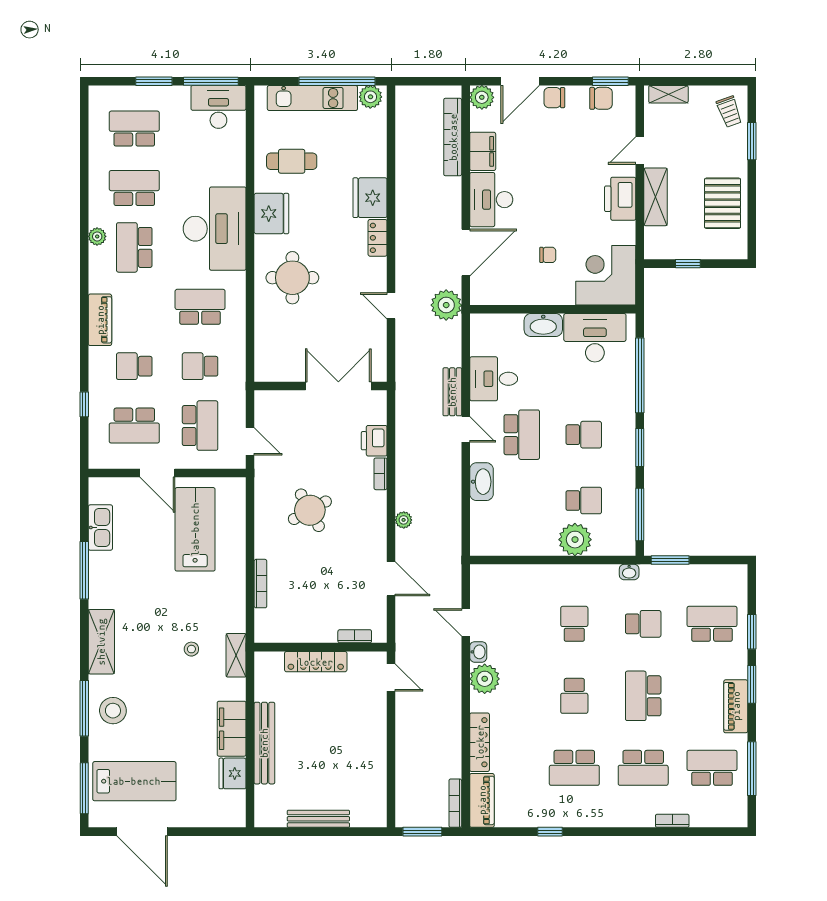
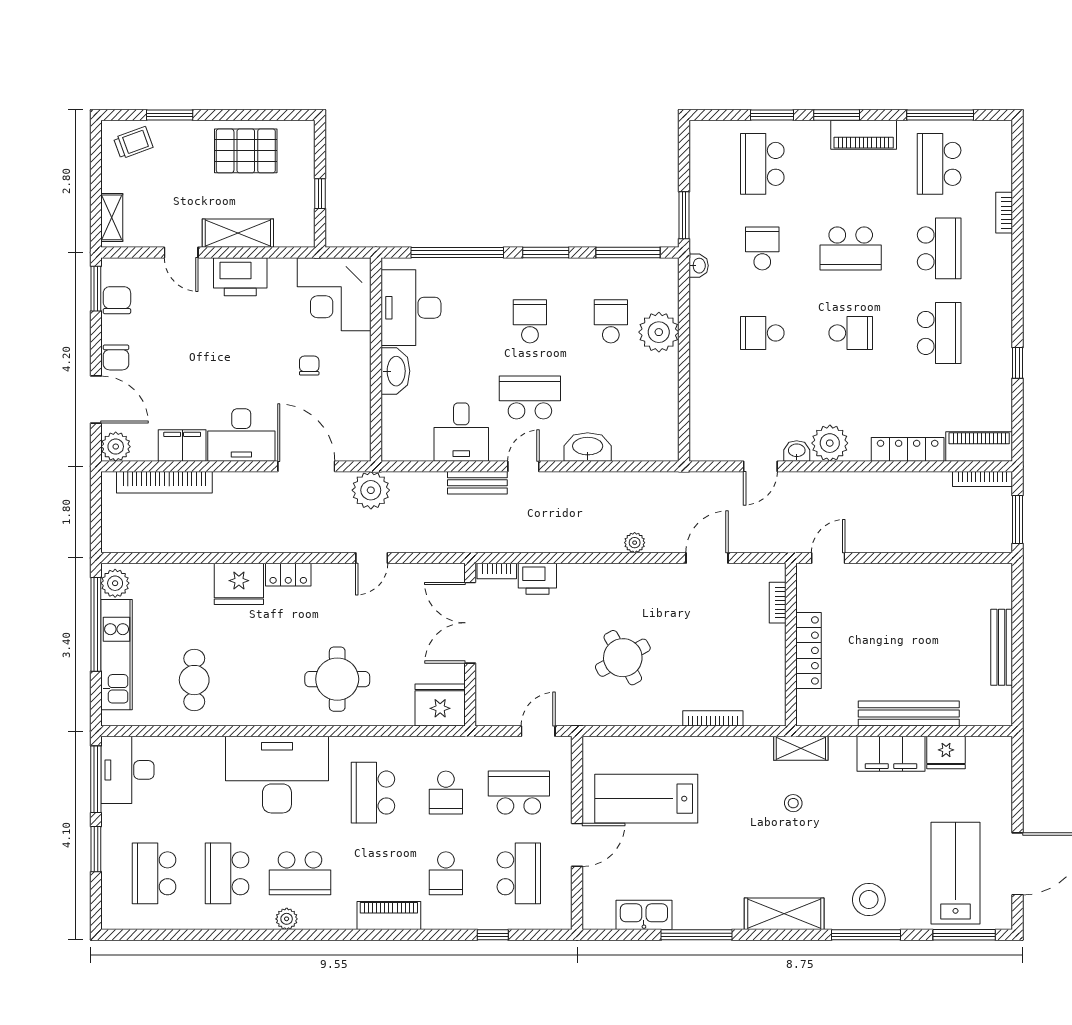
fridge: (271, 214) -> (440, 705), moved
bookcase: (380, 474) -> (497, 571), moved

